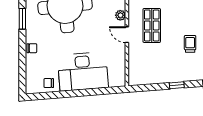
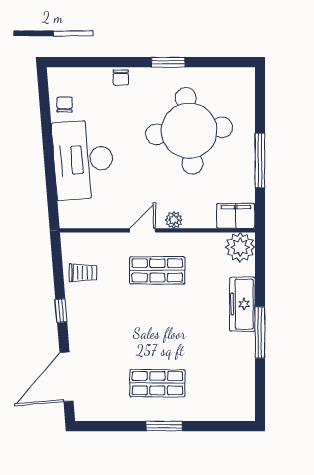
trolley: (190, 44) -> (83, 273), moved

